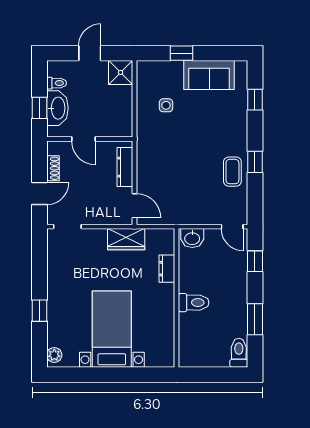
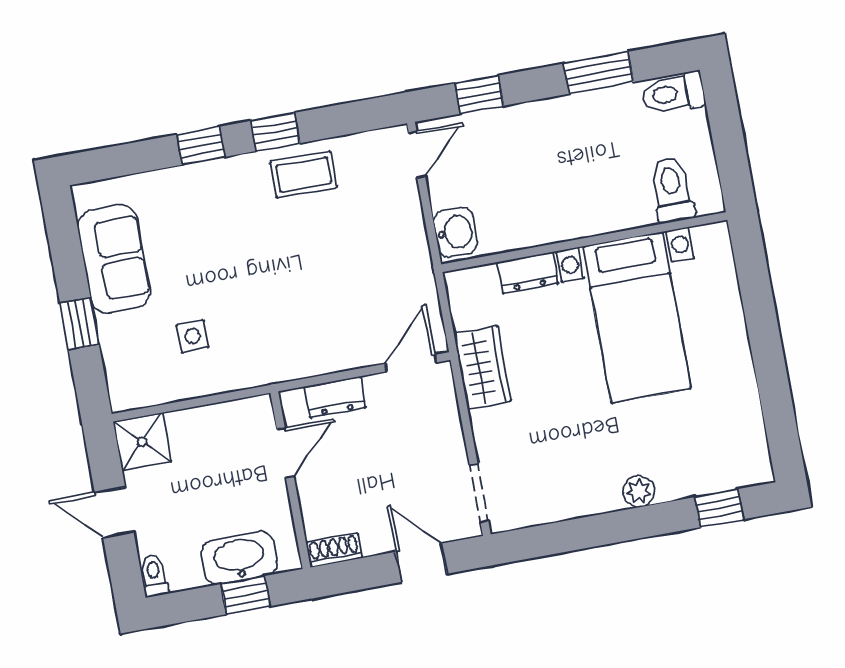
toilet: (57, 83) -> (154, 576), moved
window: (255, 100) -> (201, 146), moved
door: (83, 139) -> (285, 453), moved
dresser: (125, 167) -> (335, 397), width x0.70
shoe rack: (53, 168) -> (334, 550), moved
toilet: (194, 303) -> (672, 190), moved
window: (39, 311) -> (719, 508), moved
bed with nightstands: (112, 329) -> (637, 317), moved, turned -90
plant: (54, 355) -> (639, 491), moved

